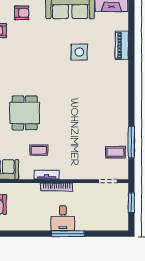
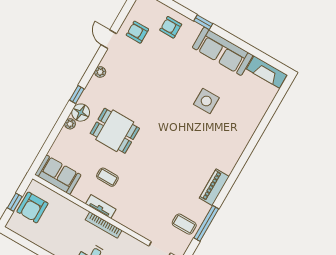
armchair: (22, 13) -> (171, 27), turned 180
piano: (122, 45) -> (214, 187), moved
dining table: (25, 113) -> (115, 131), turned 90

